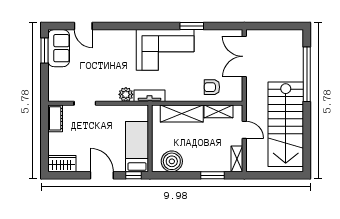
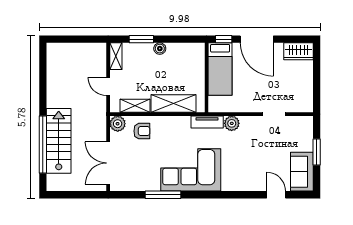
window: (192, 26) -> (163, 195), width x1.44
window: (44, 50) -> (317, 152), moved
double door: (244, 56) -> (108, 163), swing flipped
plant: (235, 94) -> (118, 124), added
cot: (55, 118) -> (306, 98), removed
stairs: (286, 124) -> (59, 141), moved, width x0.73, depth x0.66
boiler: (172, 161) -> (160, 49), moved, width x0.54, depth x0.54
door: (102, 175) -> (257, 39), width x1.36

